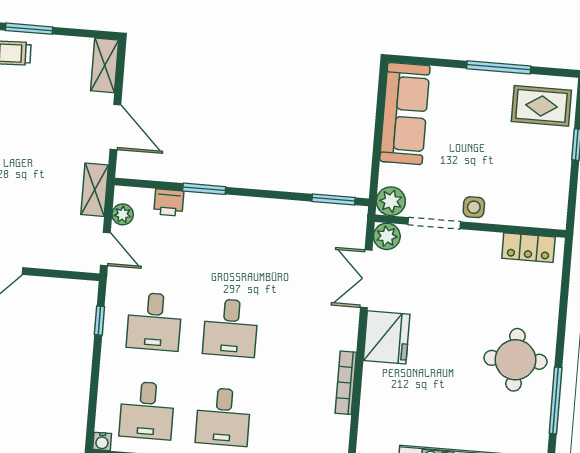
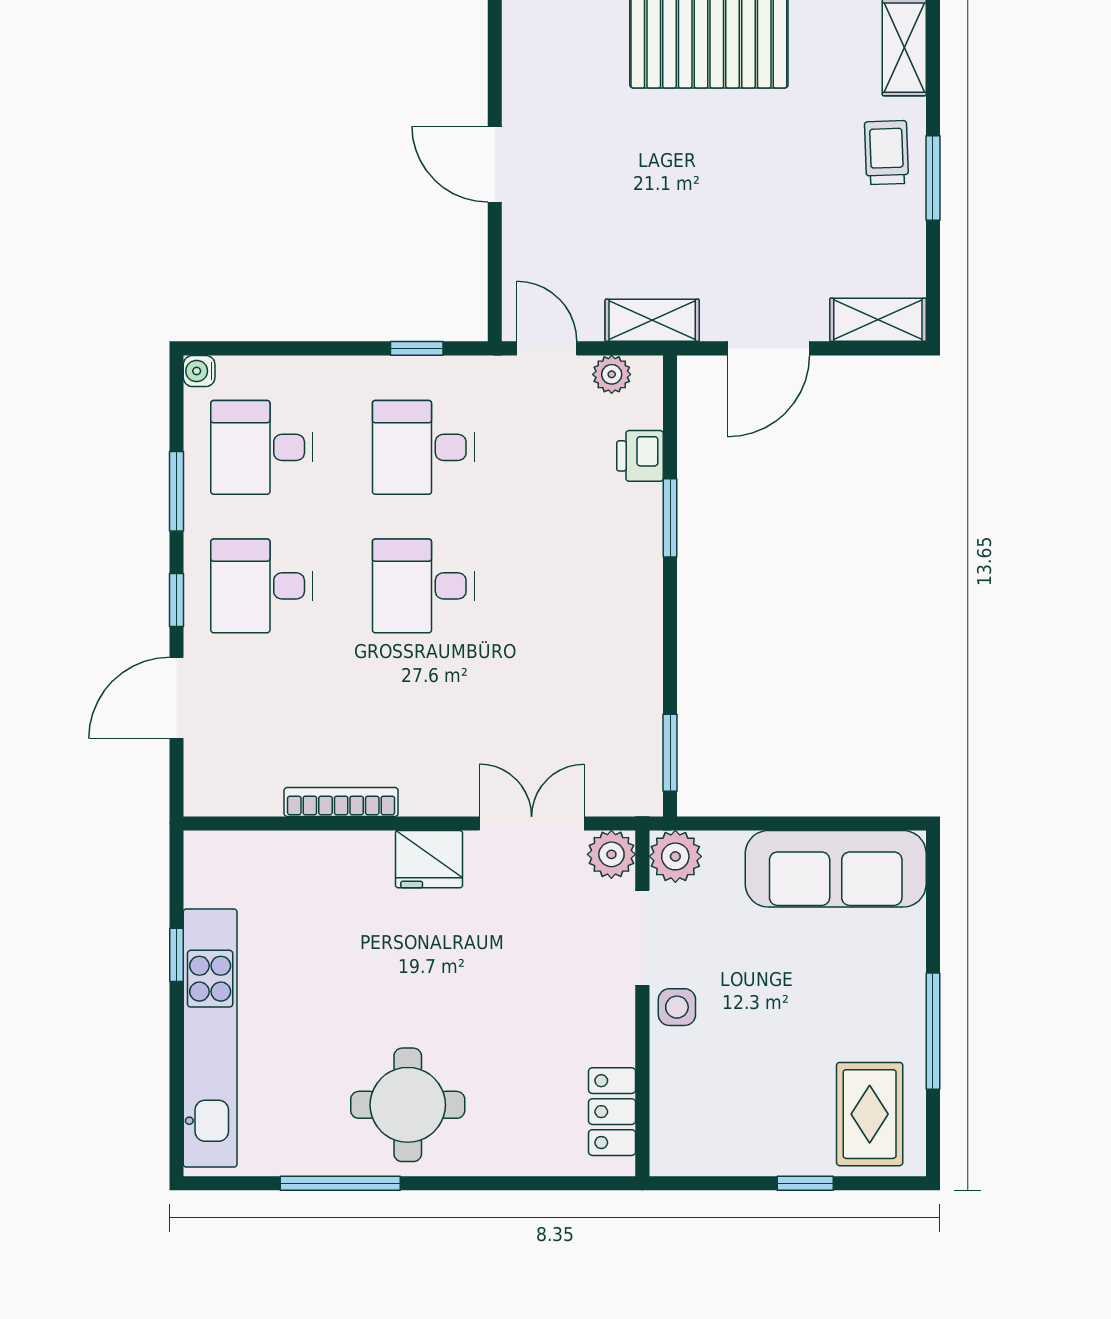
door: (105, 249) -> (547, 348), swing flipped
fridge: (387, 337) -> (429, 859), width x0.73, depth x0.75

